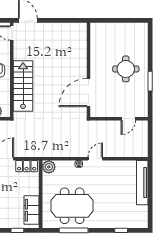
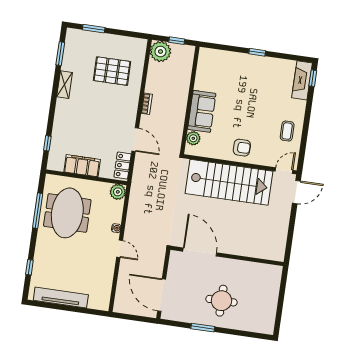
stairs: (23, 86) -> (229, 182), width x1.36, depth x1.51
door: (128, 119) -> (162, 295), width x1.87
tv unit: (142, 183) -> (61, 297), moved
filing cabinet: (32, 210) -> (82, 166), moved

